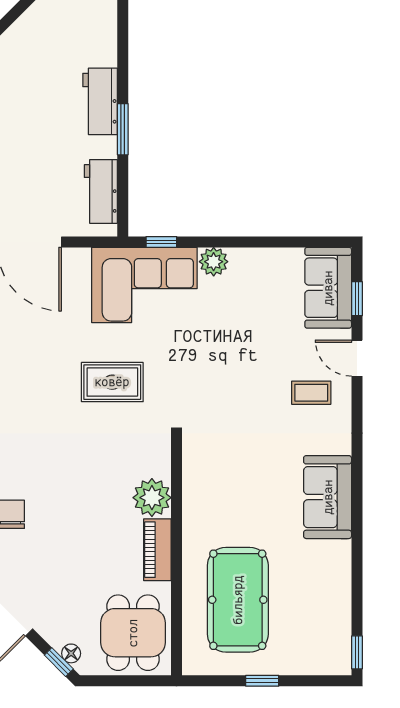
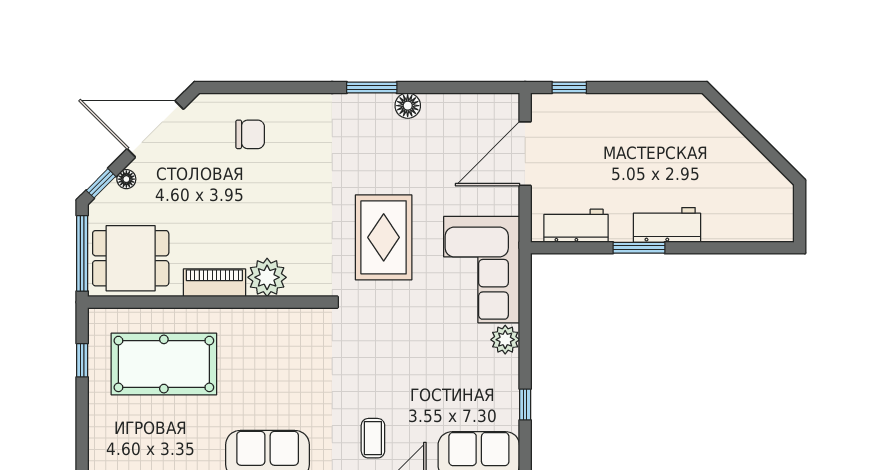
window: (161, 242) -> (525, 405), moved
rug: (112, 382) -> (384, 237), width x1.36, depth x1.43
floor lamp: (71, 653) -> (126, 179), moved
window: (128, 681) -> (82, 253), added
window: (262, 681) -> (82, 360), moved

